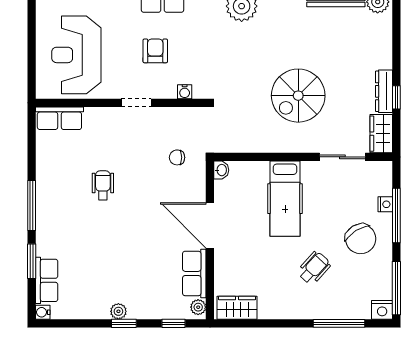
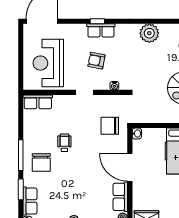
armchair: (155, 51) -> (96, 61), turned -79
chair: (177, 157) -> (110, 126), width x1.87, depth x1.87
chair: (65, 217) -> (41, 162), added

